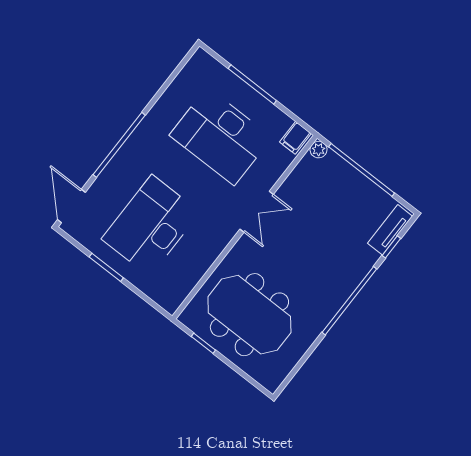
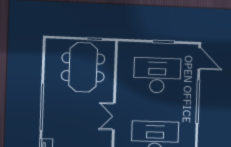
desk: (151, 226) -> (157, 75), turned -90
meeting table: (249, 315) -> (83, 67), turned 90

